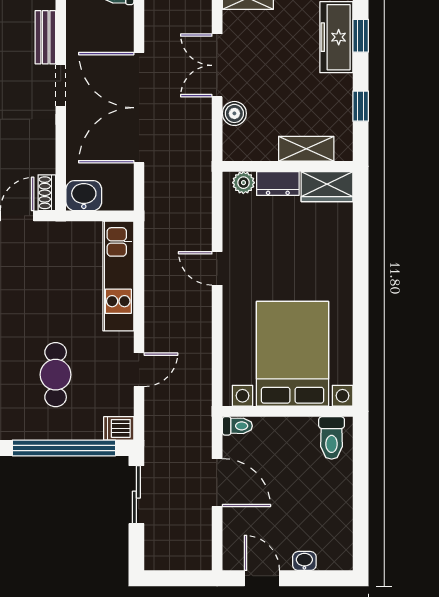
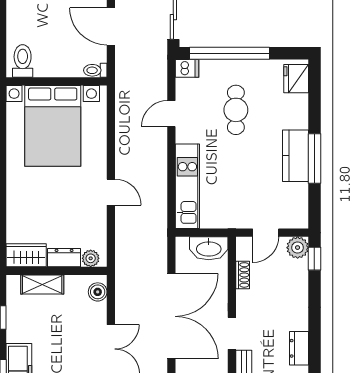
boiler: (234, 113) -> (98, 292), moved
shoe rack: (47, 193) -> (243, 275), moved
washbasin: (84, 196) -> (209, 248), width x1.38

